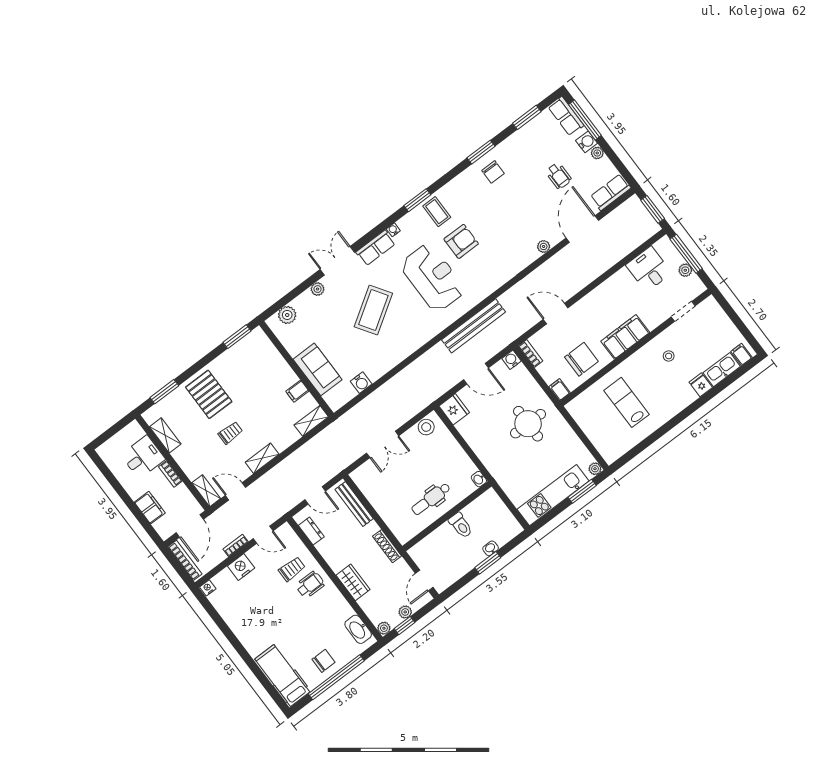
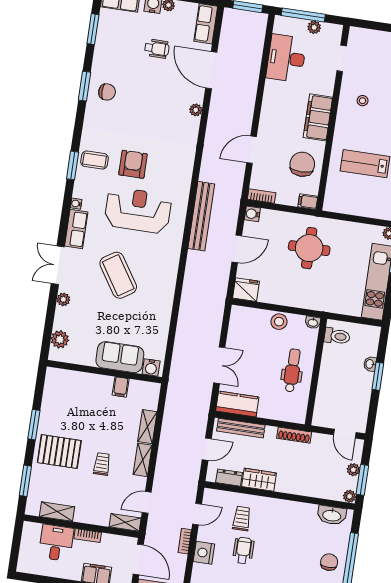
desk: (649, 269) -> (286, 58), width x1.37
window: (237, 337) -> (34, 425), moved
water cooler: (361, 383) -> (151, 367), moved, turned 90
shelving: (311, 421) -> (147, 427), moved
stool: (426, 427) -> (279, 322), moved
kitchen counter: (368, 485) -> (237, 404), added
dental chair: (431, 499) -> (292, 370), turned 180
toilet: (461, 525) -> (337, 336), moved
wardrobe: (353, 582) -> (259, 480), moved
wheelchair: (310, 585) -> (243, 550), moved
window: (405, 626) -> (362, 480), width x1.50

